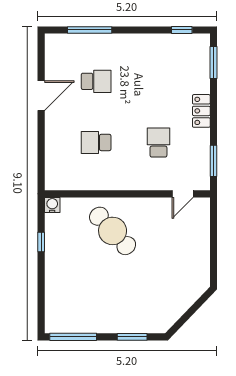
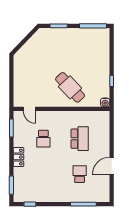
school desk: (96, 81) -> (80, 174), turned 90
school desk: (96, 142) -> (80, 139), width x1.85
door: (183, 194) -> (29, 109), swing flipped

